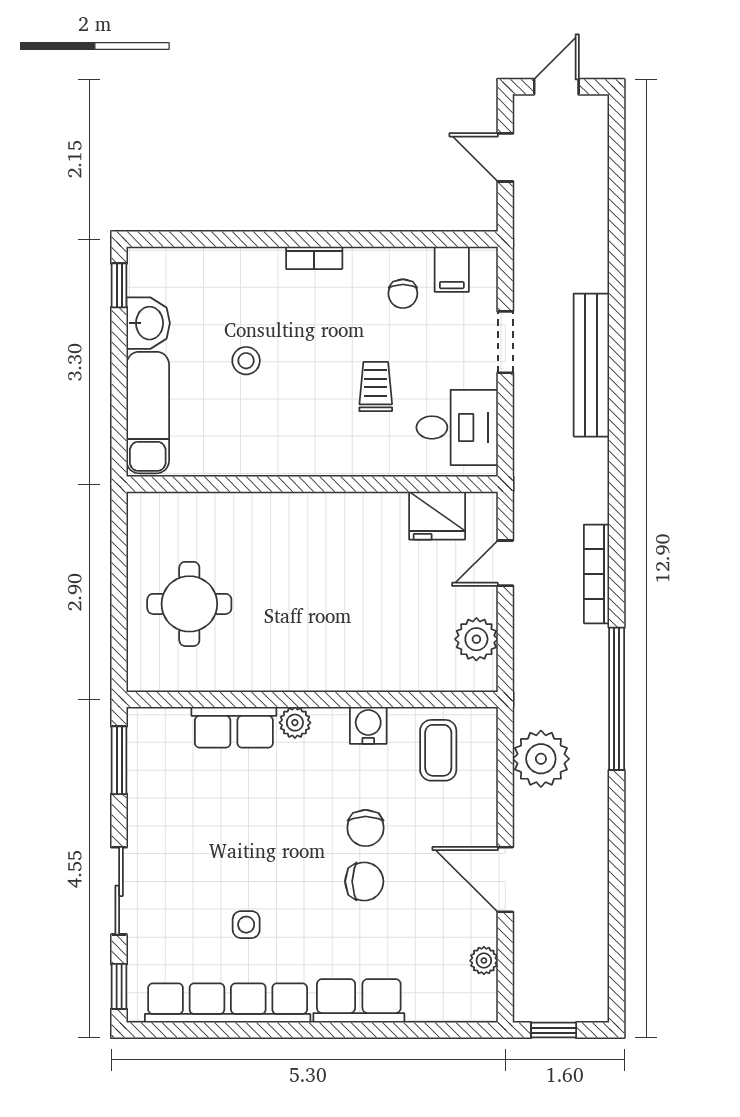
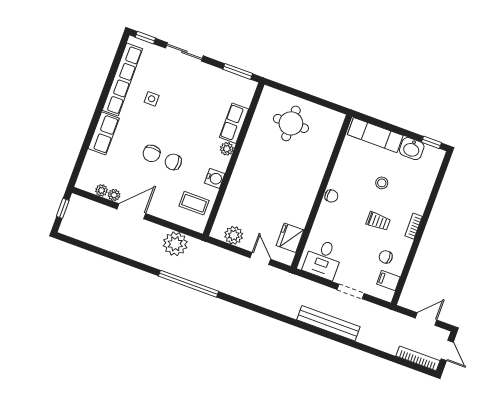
trolley: (376, 387) -> (378, 221), moved
chair: (314, 459) -> (331, 196), added
bookcase: (597, 574) -> (418, 358), moved
plant: (484, 930) -> (114, 195), added

